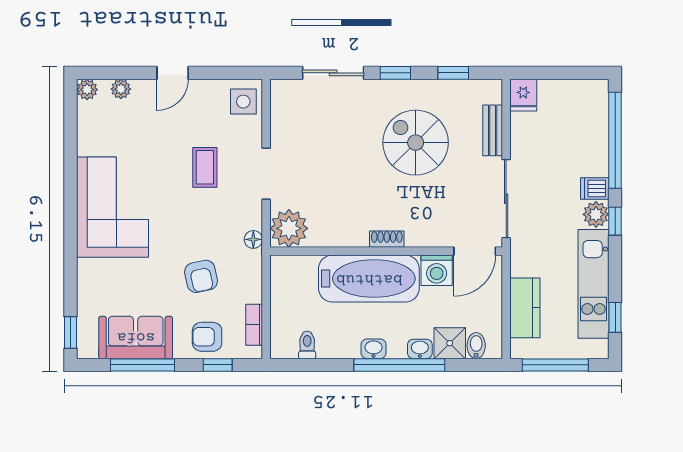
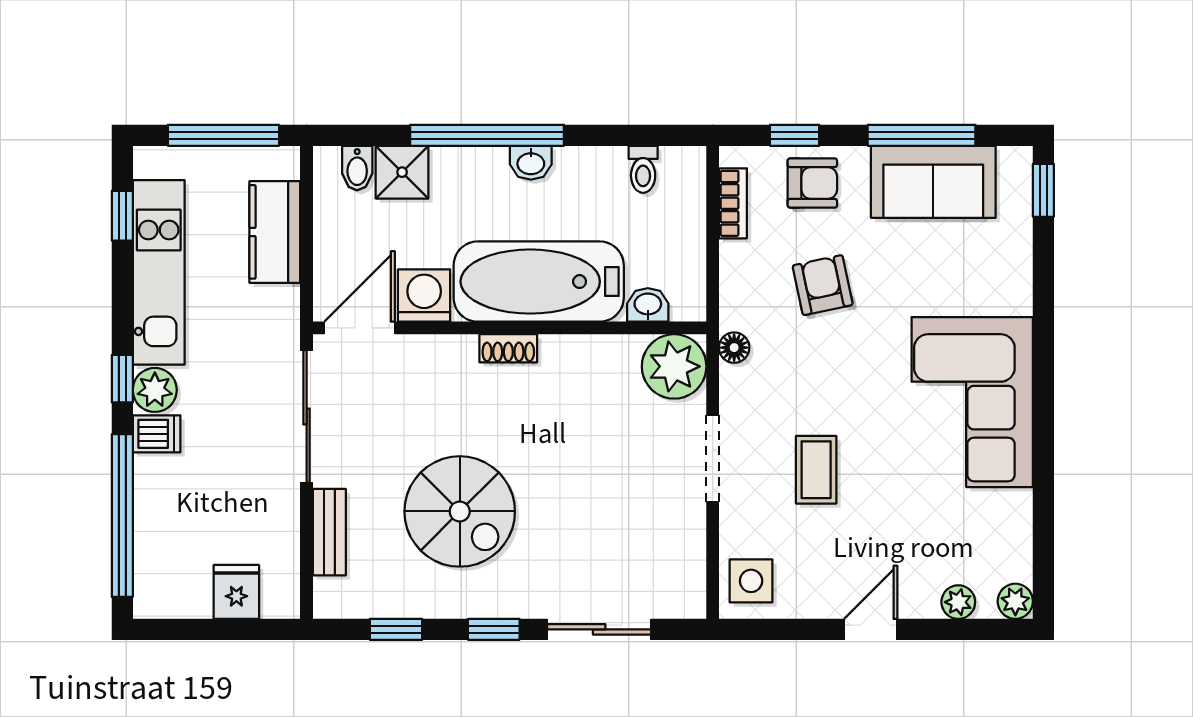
fridge: (523, 95) -> (236, 592), moved
washbasin: (420, 349) -> (648, 305), moved, turned 180

